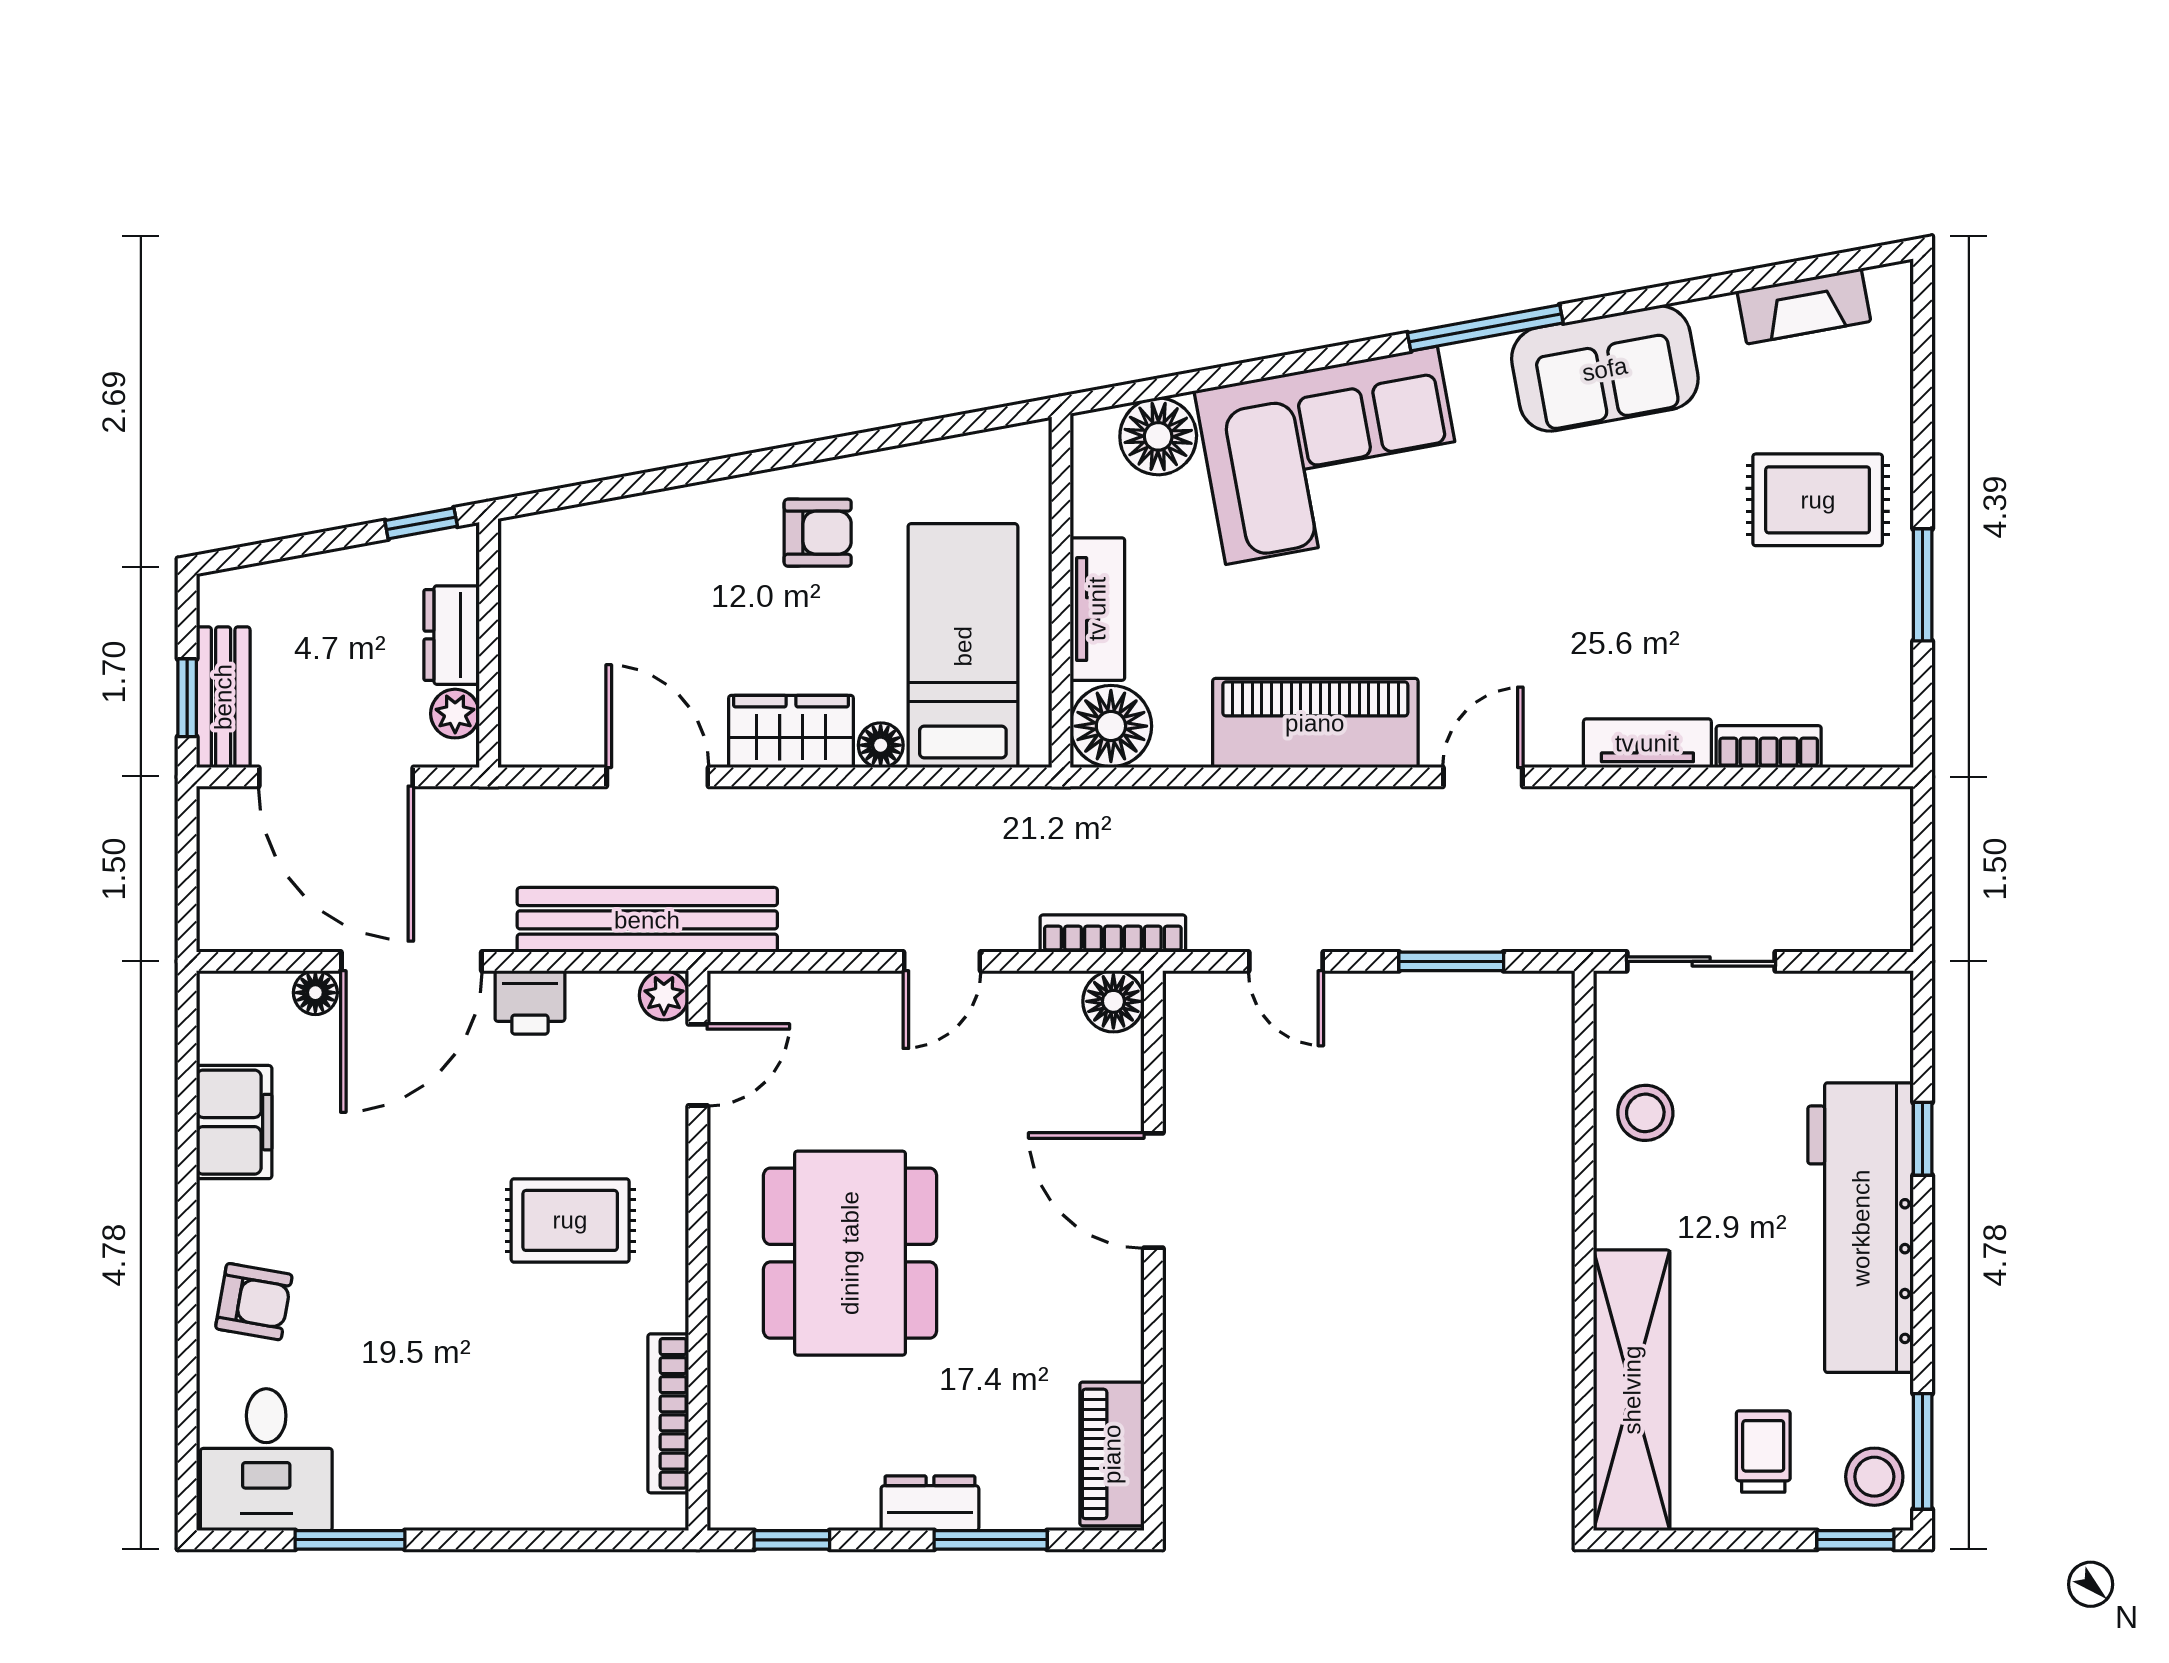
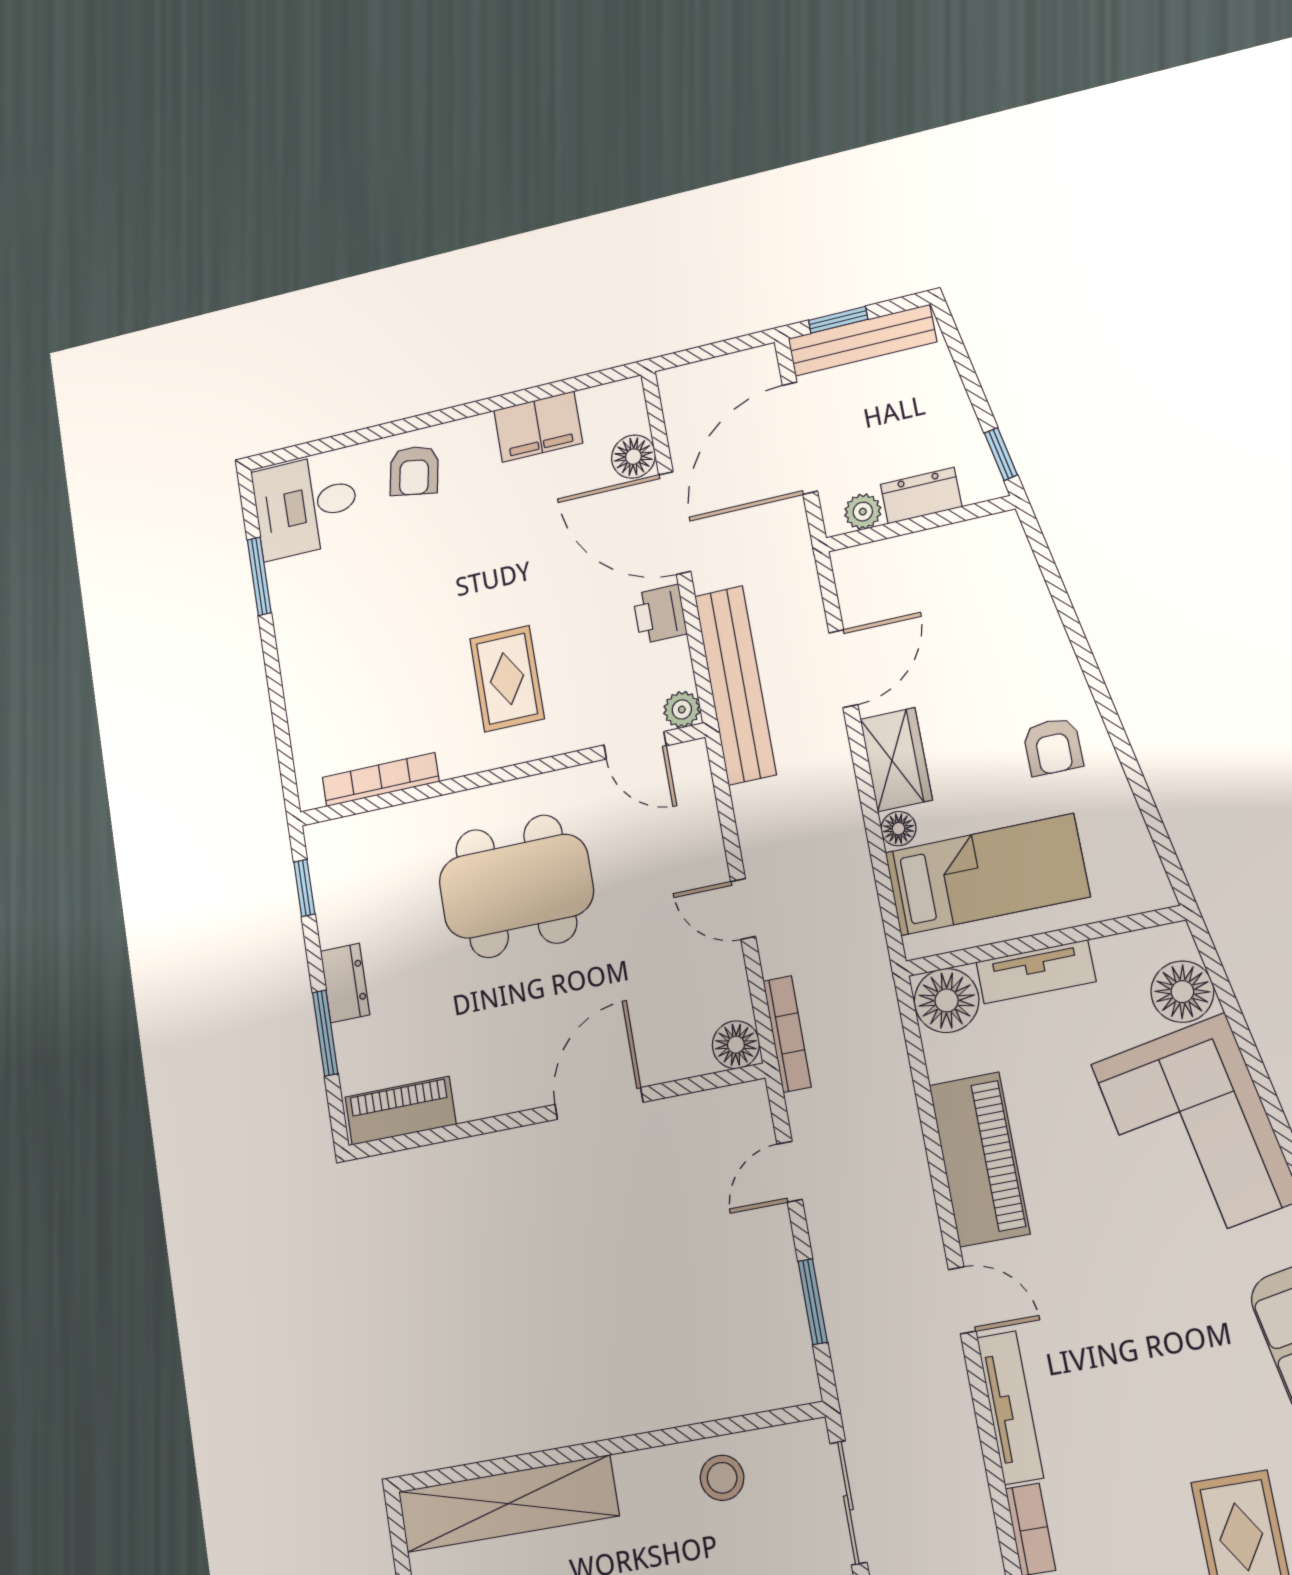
bench: (223, 697) -> (862, 340), width x1.36
tv unit: (1647, 743) -> (1010, 1408), width x1.41
floor lamp: (315, 993) -> (633, 457), width x1.37, depth x1.37

